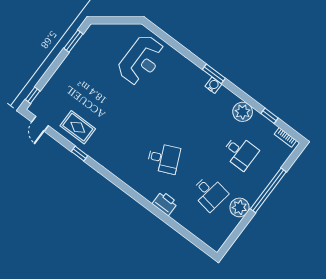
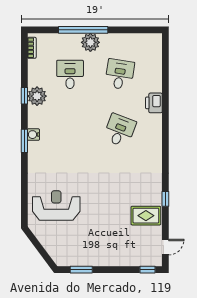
window: (269, 116) -> (24, 96), moved
rug: (78, 127) -> (146, 216), turned 90
desk: (164, 158) -> (120, 130), turned 45
plant: (239, 207) -> (90, 42), moved

